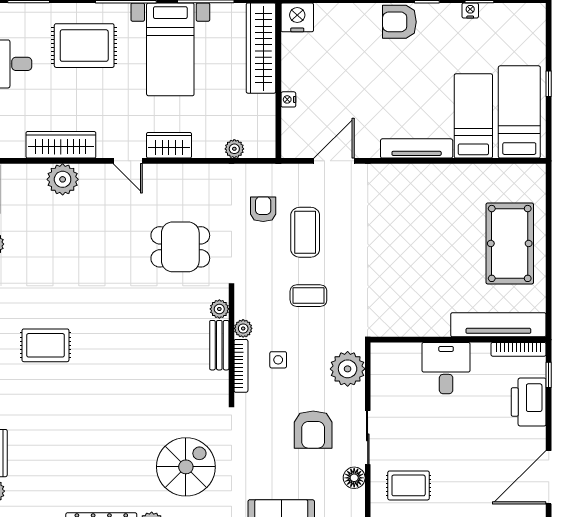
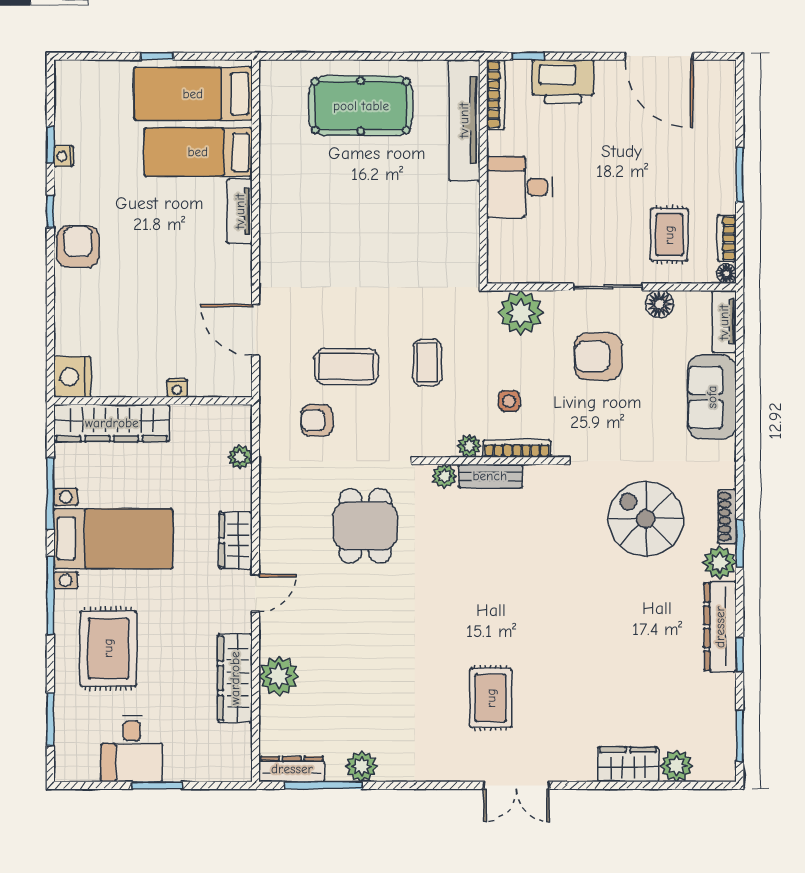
armchair: (399, 22) -> (78, 247), turned 180
tv unit: (417, 148) -> (240, 211), width x0.71
armchair: (313, 430) -> (598, 357), turned 180

